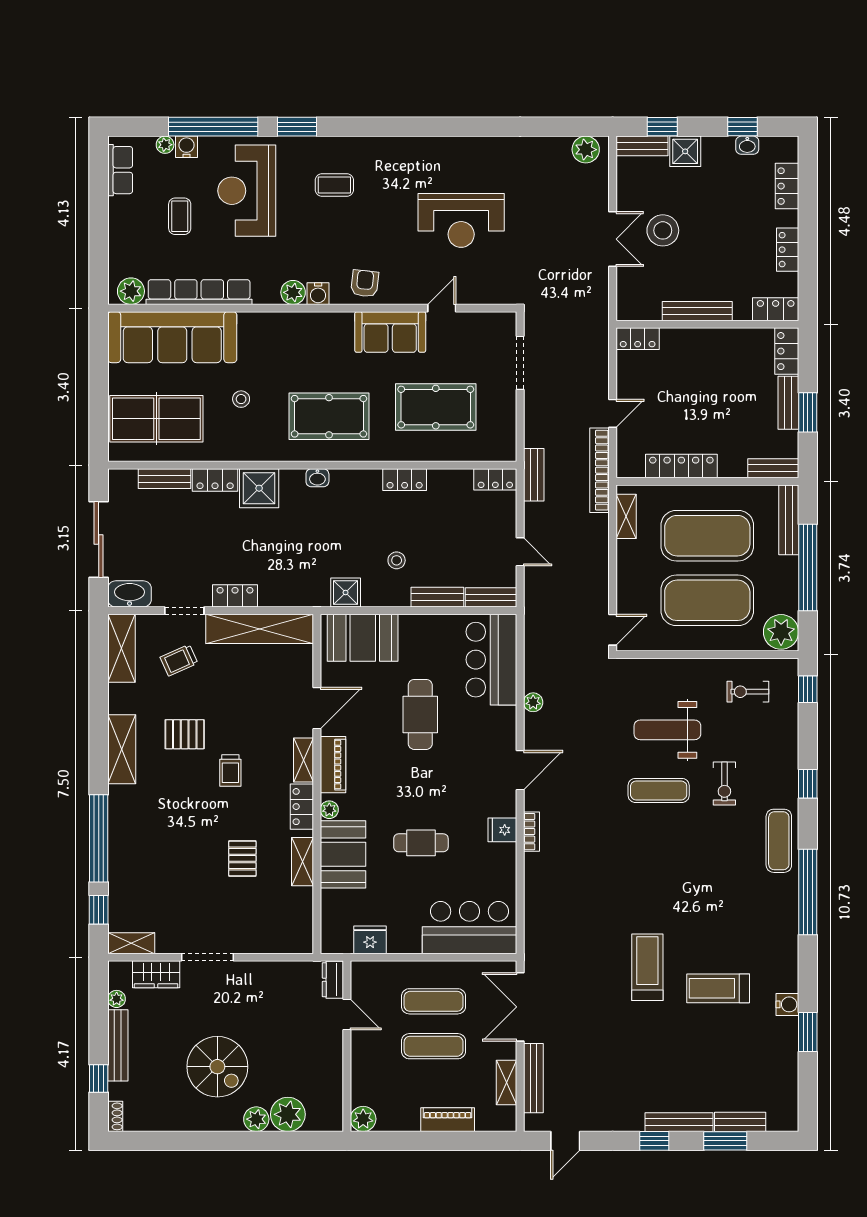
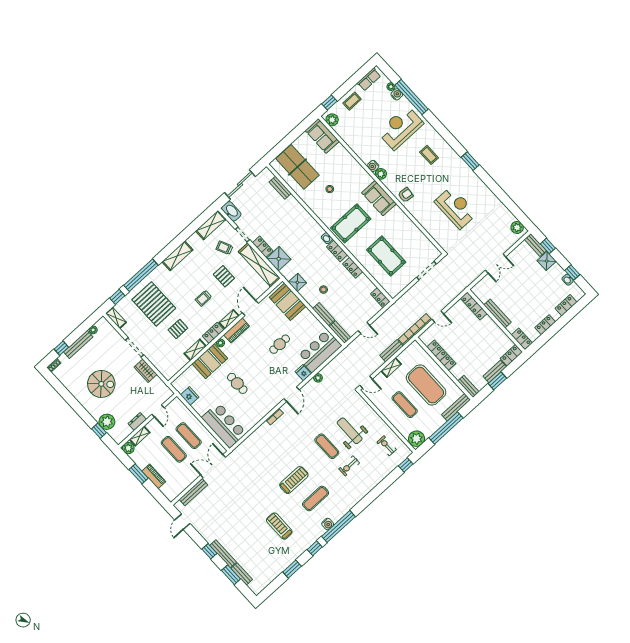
window: (297, 127) -> (470, 161), moved
coffee table: (180, 216) -> (352, 101), moved
reception desk: (461, 220) -> (456, 208), turned 180
stool: (663, 230) -> (514, 278), removed
window: (99, 270) -> (329, 102), added
row of seats: (199, 292) -> (352, 143), removed
water cooler: (318, 294) -> (373, 166), moved
door: (442, 308) -> (421, 228), removed
sofa: (390, 332) -> (379, 198), moved
sofa: (172, 337) -> (322, 136), width x0.54, depth x0.79
locker: (638, 339) -> (474, 306), width x1.53
pool table: (329, 416) -> (351, 223), turned 90
bench: (534, 475) -> (391, 351), moved
locker: (215, 480) -> (337, 251), moved
shower: (259, 488) -> (279, 259), moved
shelving: (626, 516) -> (391, 367), moved
door: (520, 552) -> (364, 328), hinge flipped
exercise mat: (707, 600) -> (405, 405), width x0.50, depth x0.69
door: (317, 708) -> (250, 308), swing flipped
cafe table: (420, 714) -> (280, 344), width x0.73, depth x0.74
pallet: (185, 734) -> (224, 276), moved
door: (520, 770) -> (292, 394), hinge flipped
window: (808, 784) -> (315, 548), moved
fridge: (502, 830) -> (303, 373), moved
exercise mat: (779, 841) -> (316, 499), moved
pallet: (165, 860) -> (154, 304), added
treadmill: (647, 967) -> (294, 480), moved
wardrobe: (156, 974) -> (146, 371), moved
dresser: (333, 980) -> (137, 422), moved
water cooler: (787, 1004) -> (328, 524), moved
spiral stairs: (217, 1067) -> (101, 384), turned -90
shelving: (507, 1082) -> (140, 436), moved
plant: (256, 1119) -> (96, 413), removed
window: (291, 1141) -> (99, 431), added
window: (421, 1141) -> (139, 474), added
door: (565, 1141) -> (182, 522), hinge flipped

